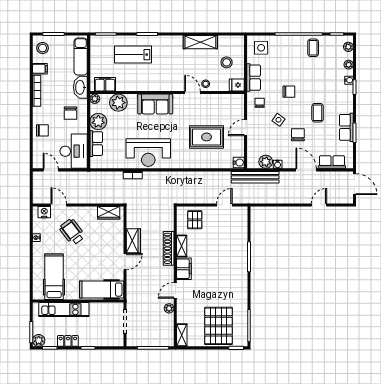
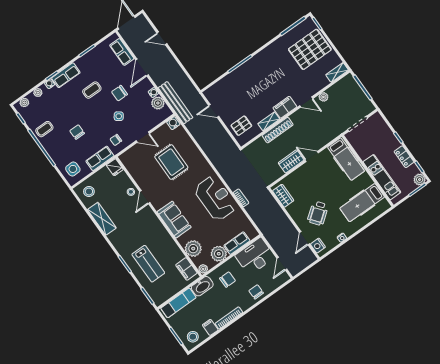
stool: (227, 62) -> (89, 192), moved
chair: (289, 92) -> (77, 132), moved
row of seats: (346, 127) -> (66, 75), moved

